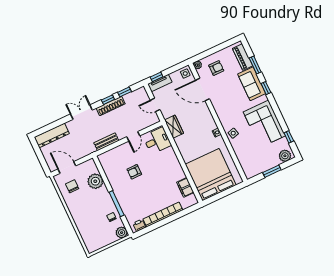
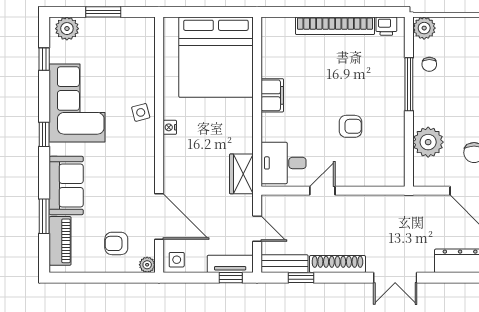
window: (266, 88) -> (44, 134), moved
window: (108, 100) -> (337, 278), removed
bench: (106, 142) -> (285, 264), moved
filing cabinet: (185, 187) -> (272, 95), moved

